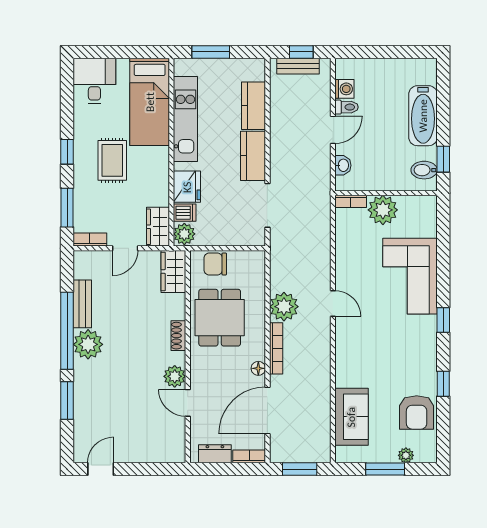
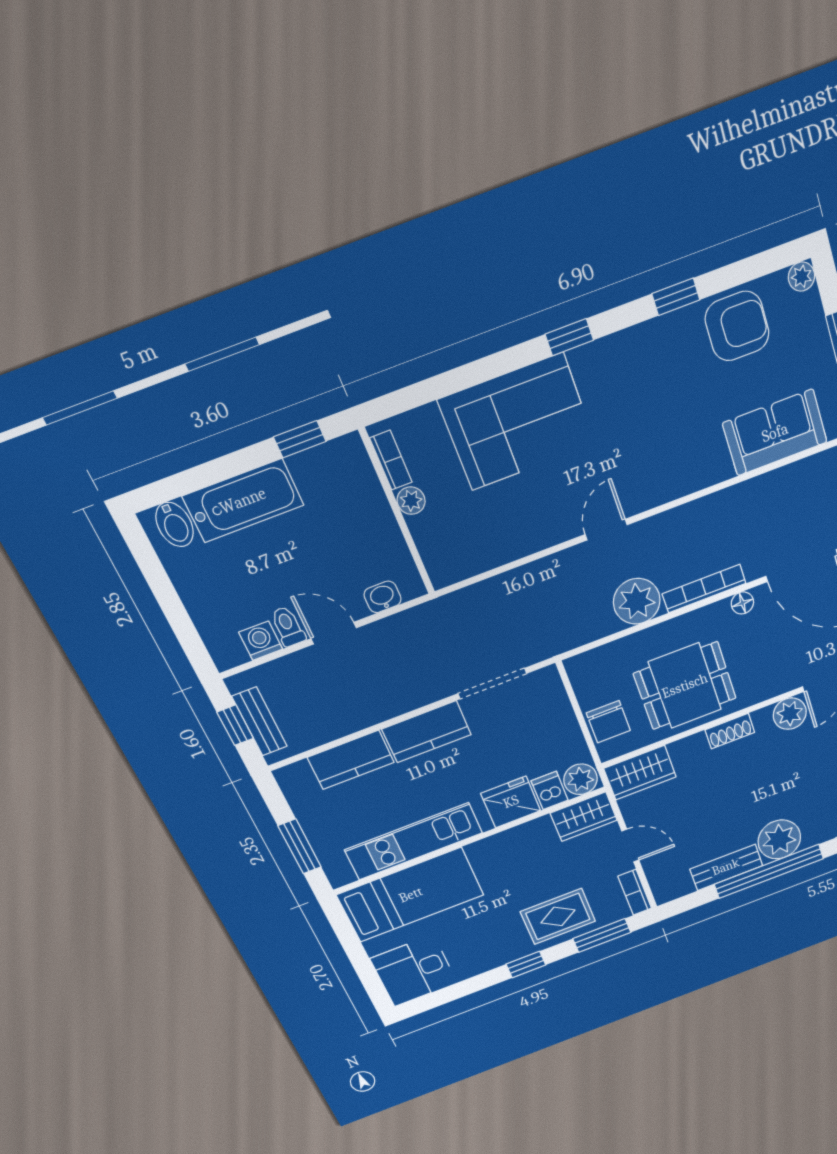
rug: (112, 160) -> (558, 916), moved
bidet: (424, 170) -> (175, 525), moved
bookcase: (351, 201) -> (391, 460), moved
plant: (383, 210) -> (411, 501), width x0.53, depth x0.53
plant: (406, 455) -> (802, 277), moved

